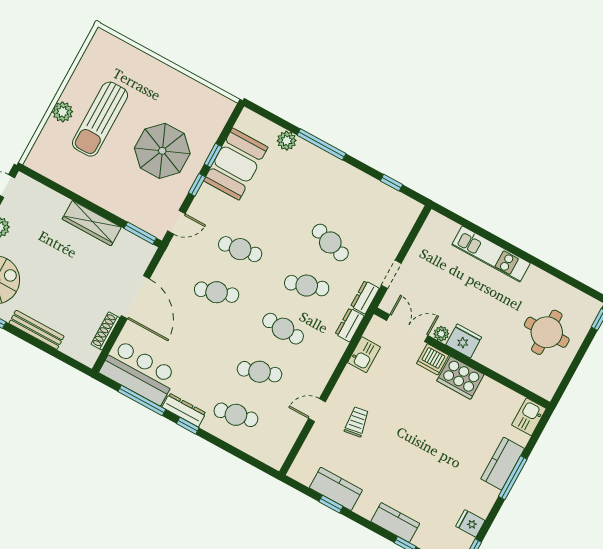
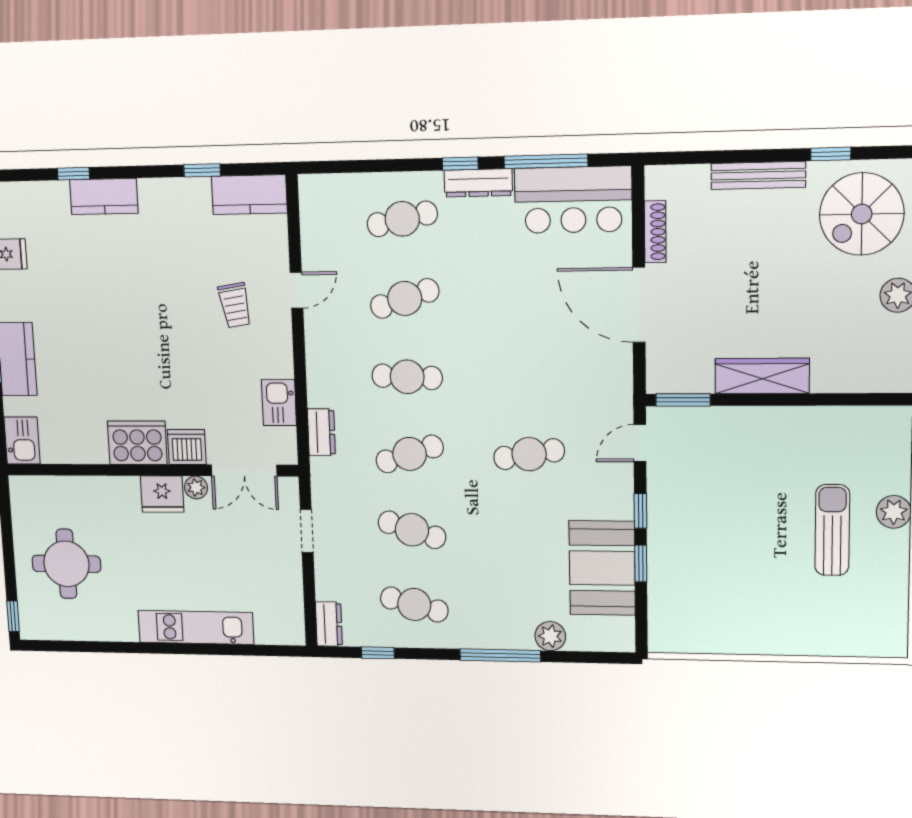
sun lounger: (100, 119) -> (832, 530), width x0.73, depth x0.75
parasol: (162, 151) -> (717, 532), removed
cafe table: (217, 292) -> (414, 605), moved, turned 33
dresser: (365, 297) -> (329, 624), moved
kitchen counter: (336, 489) -> (249, 195), moved

